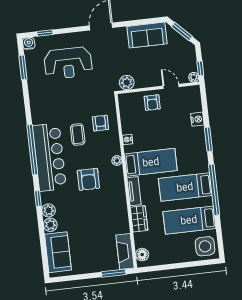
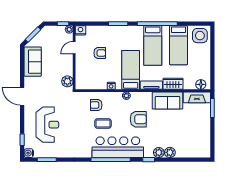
armchair: (152, 103) -> (100, 53), moved
nightstand: (197, 119) -> (80, 30), moved
sofa: (58, 252) -> (168, 101), moved, turned 180

